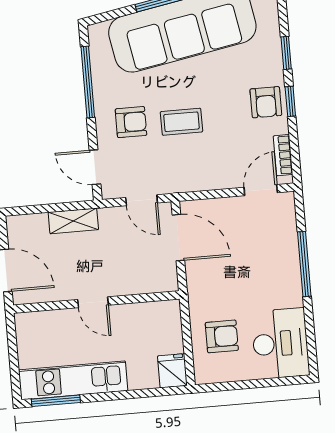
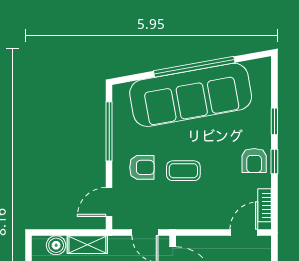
door: (95, 167) -> (109, 202), hinge flipped
boiler: (36, 225) -> (56, 245), added

